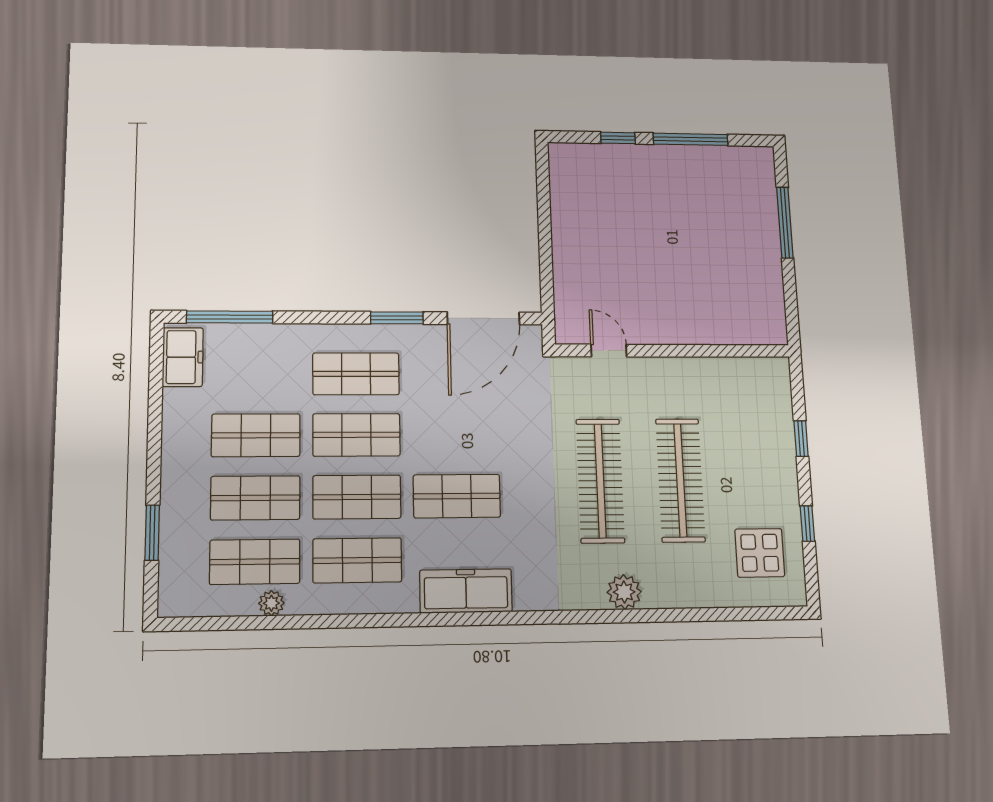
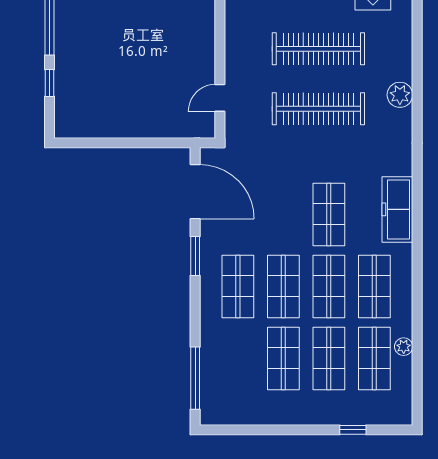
freezer: (183, 357) -> (225, 411), removed
window: (152, 533) -> (353, 430), width x0.67

